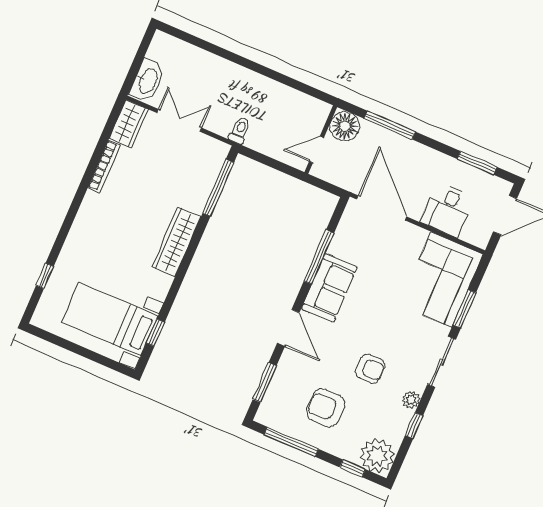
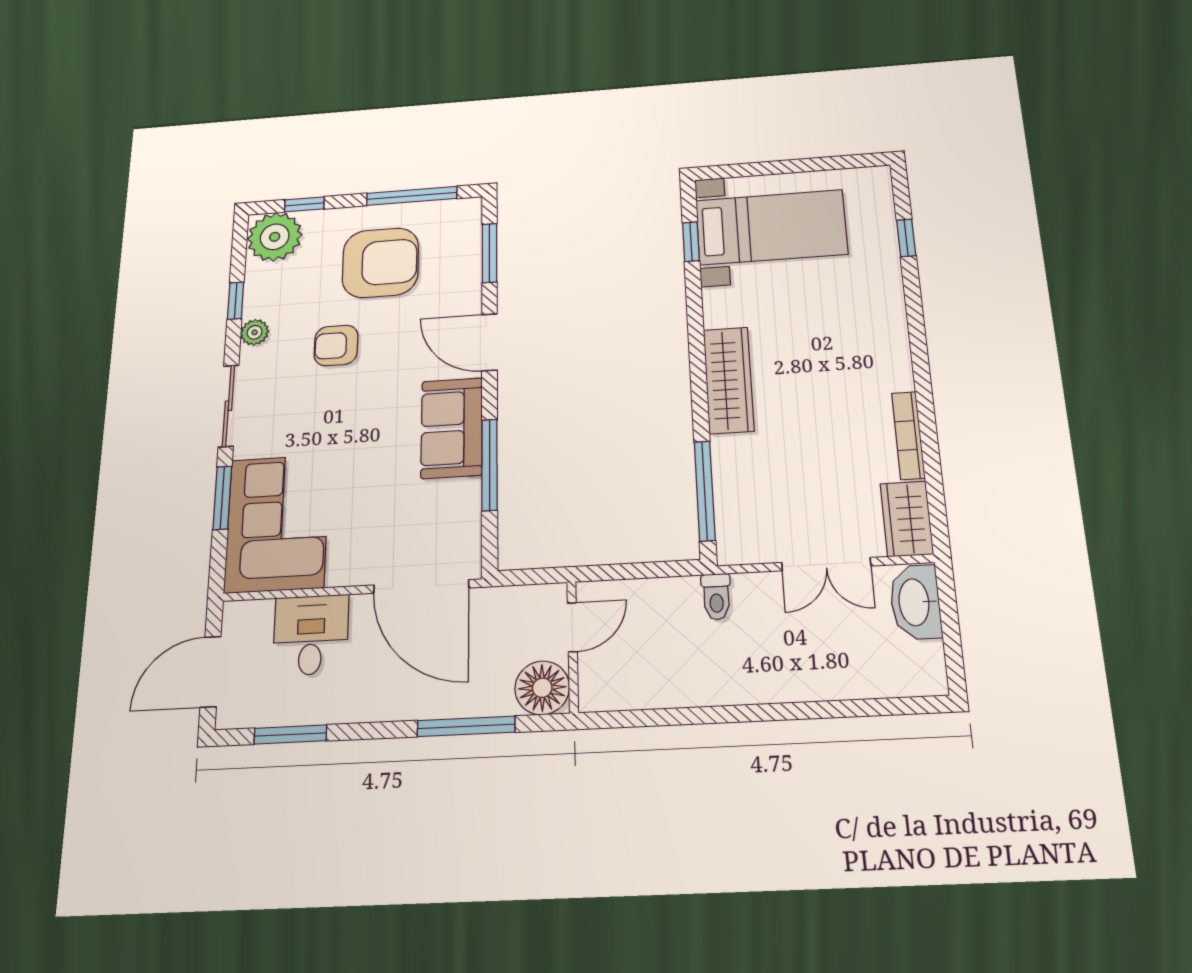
armchair: (326, 408) -> (380, 263), width x1.36, depth x1.36

